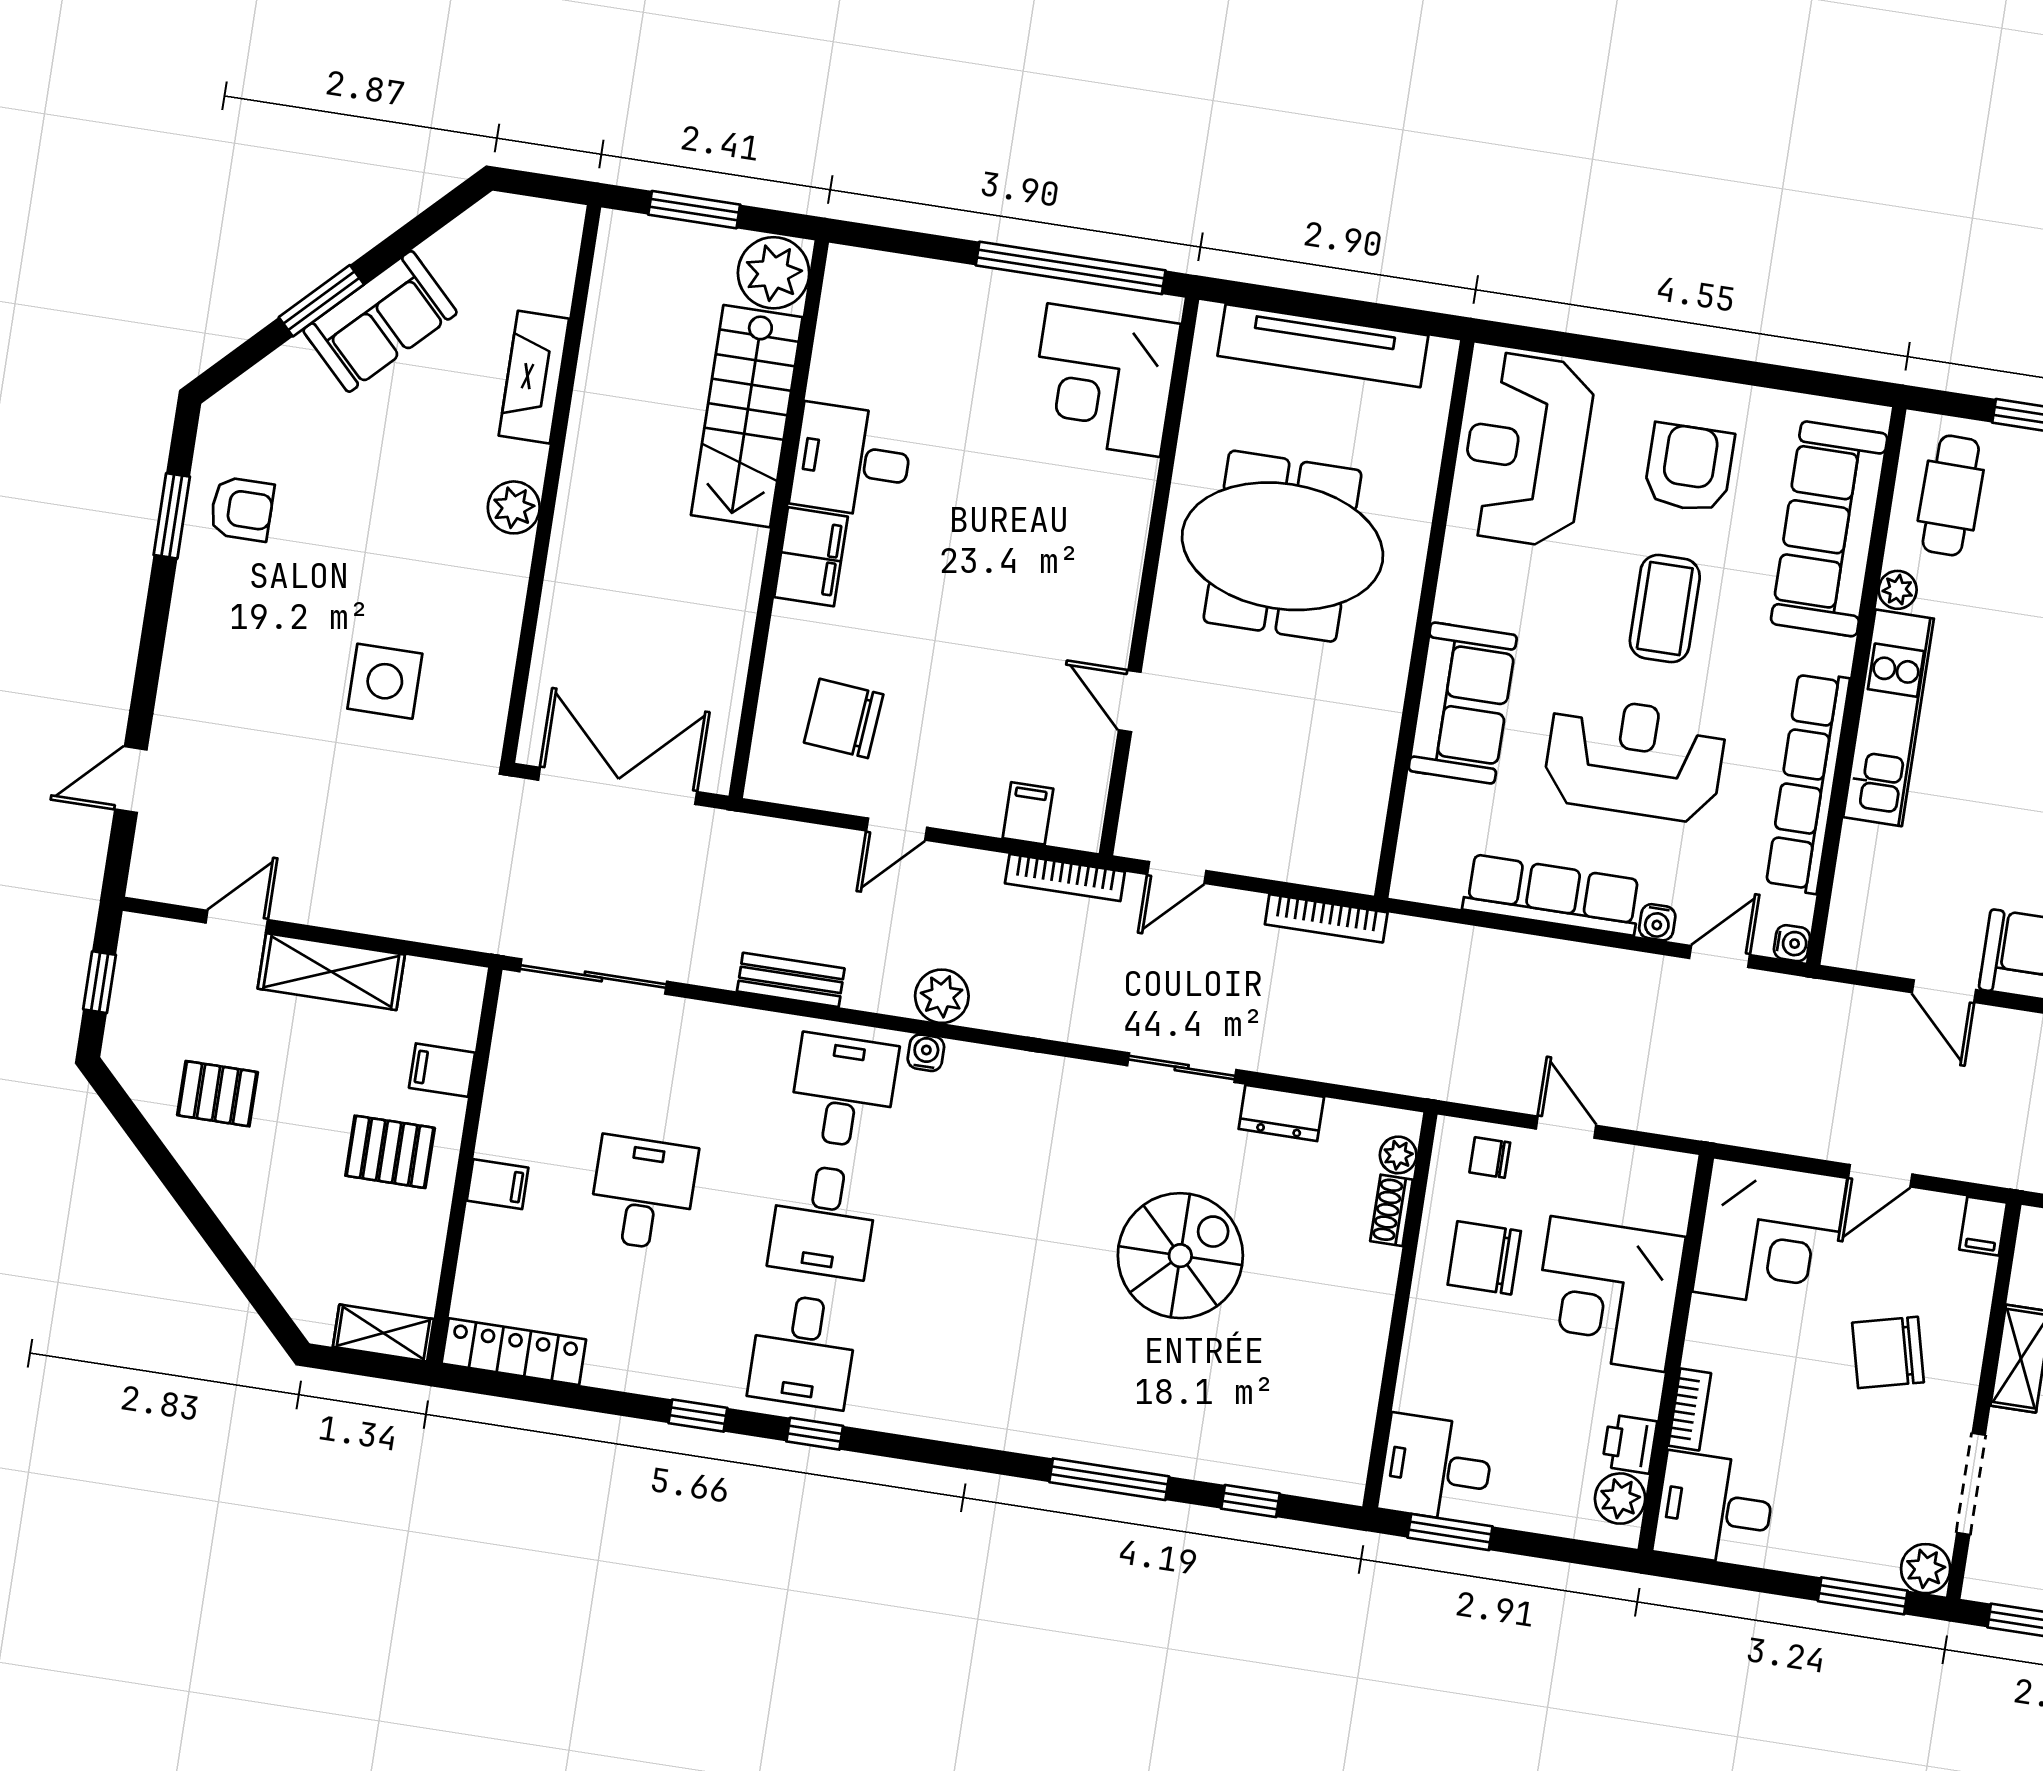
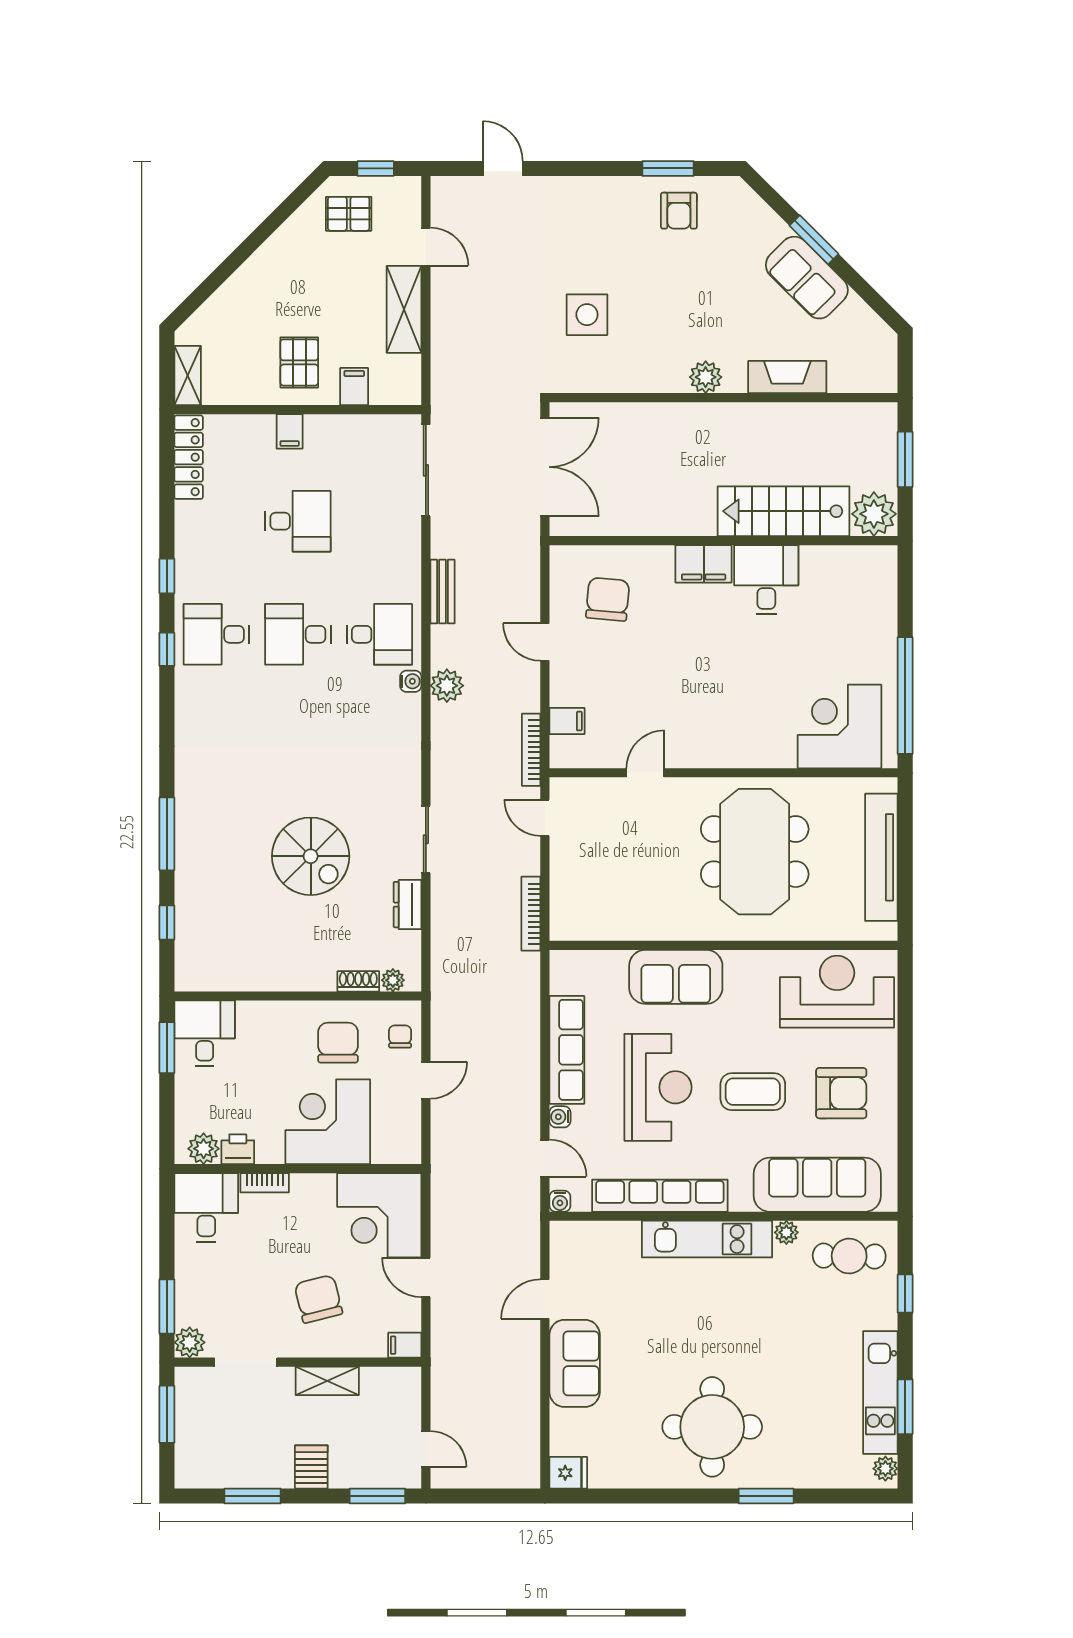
pallet: (218, 1094) -> (349, 214), moved, turned 90

